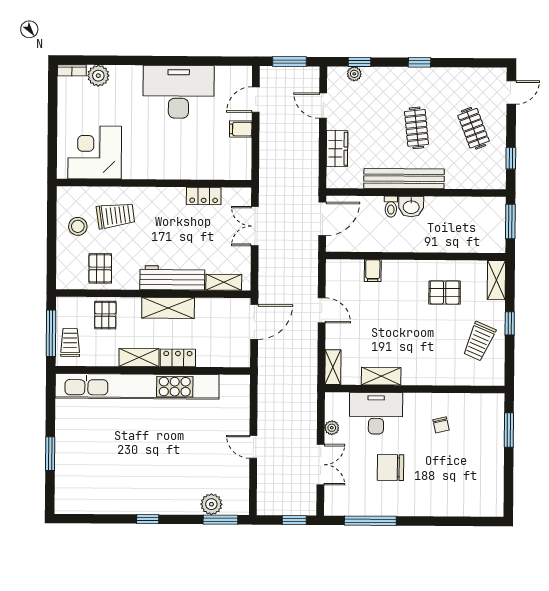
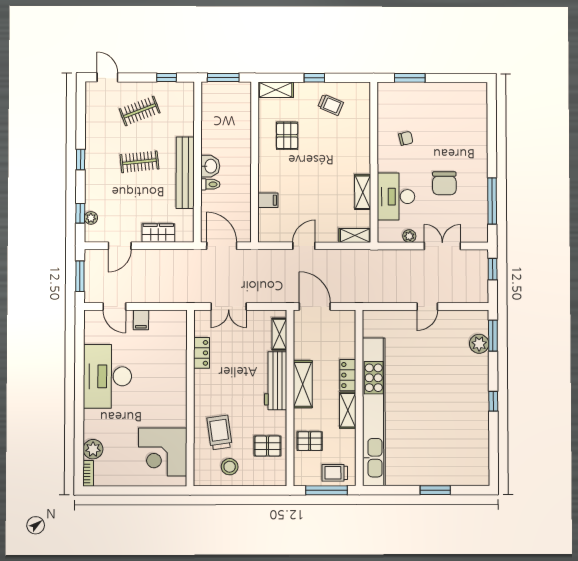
trolley: (479, 341) -> (331, 105), width x0.73, depth x0.72

